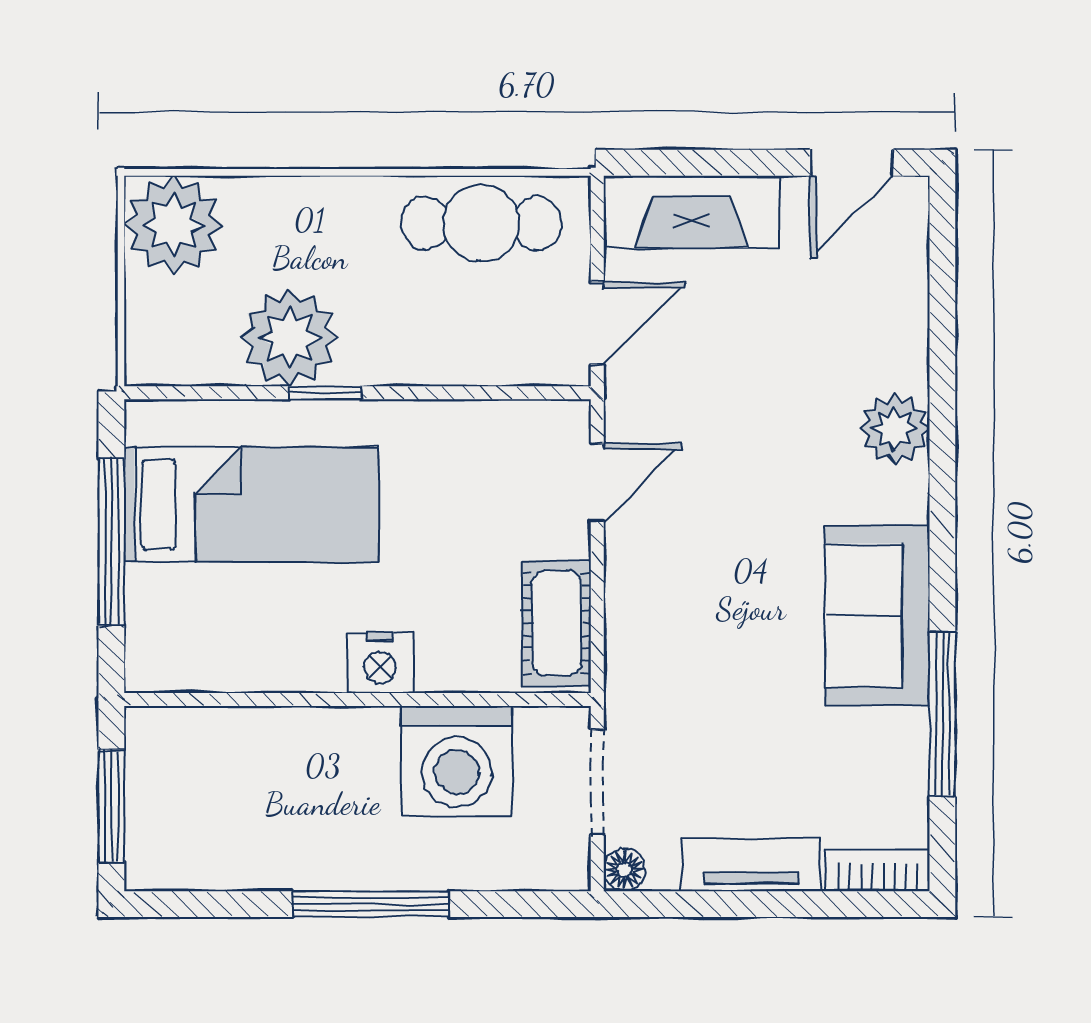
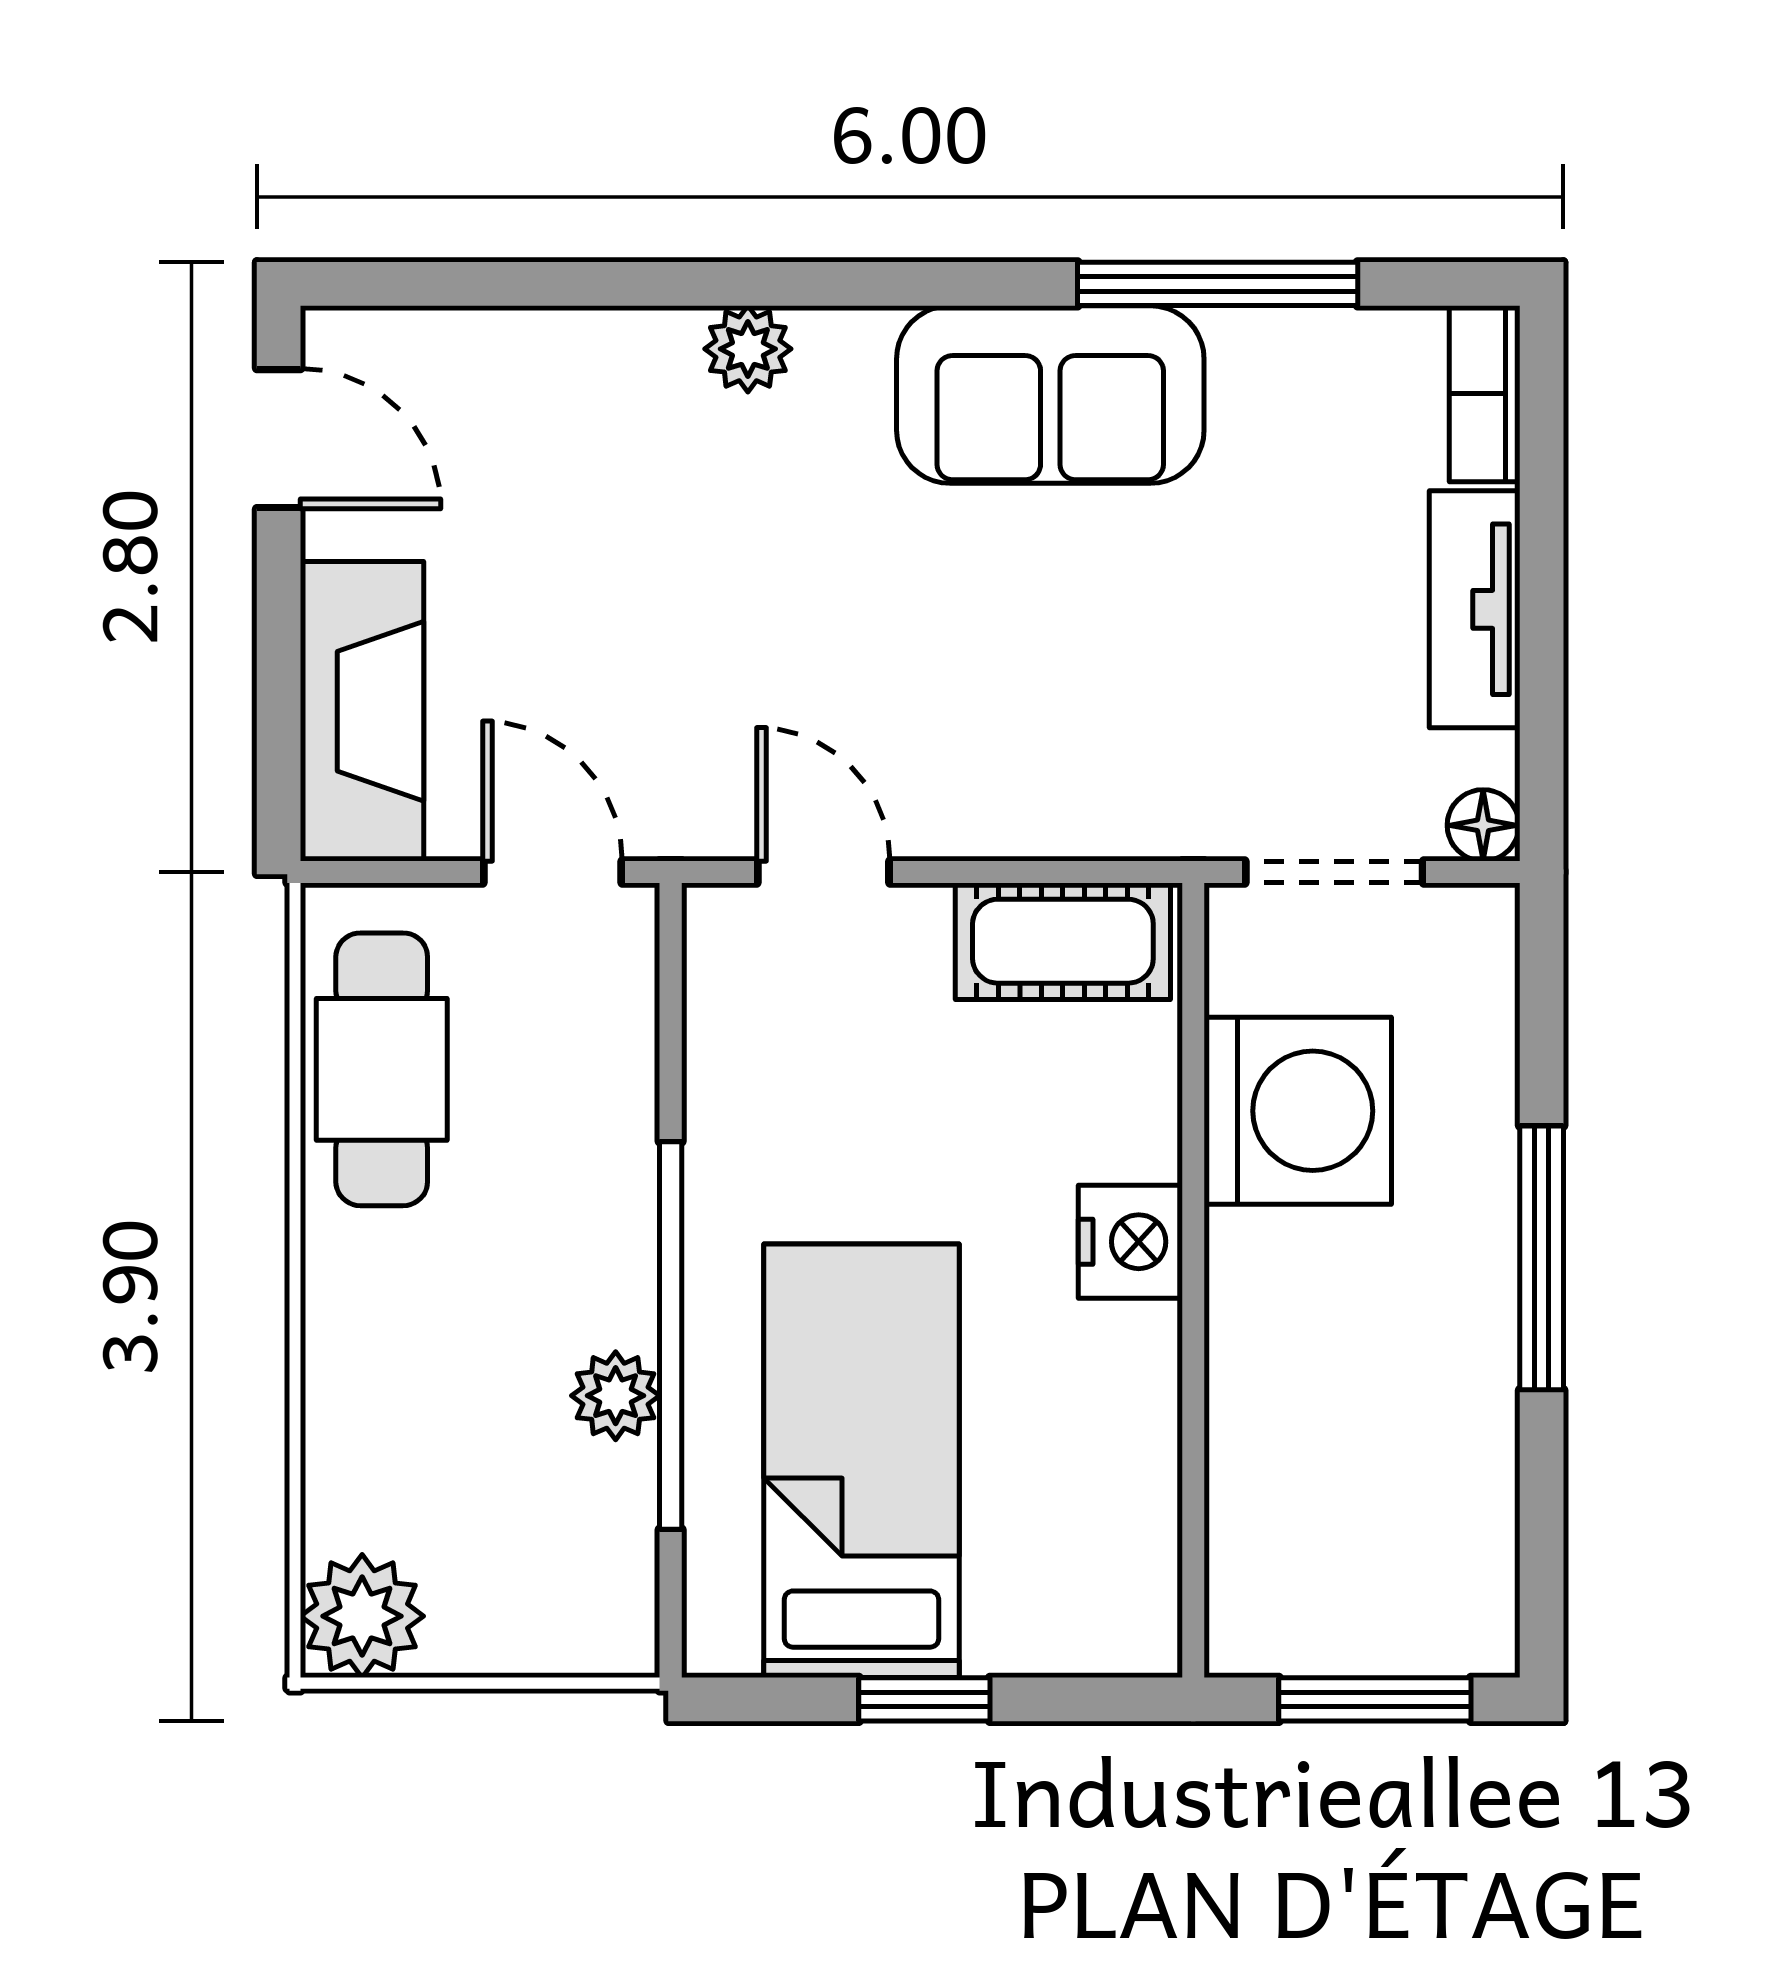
plant: (174, 225) -> (362, 1616), width x0.73, depth x0.73
plant: (290, 338) -> (616, 1396), width x0.53, depth x0.53
window: (325, 393) -> (671, 1335), width x3.17
plant: (895, 429) -> (748, 349), width x0.73, depth x0.73
window: (111, 542) -> (924, 1699), width x0.46

